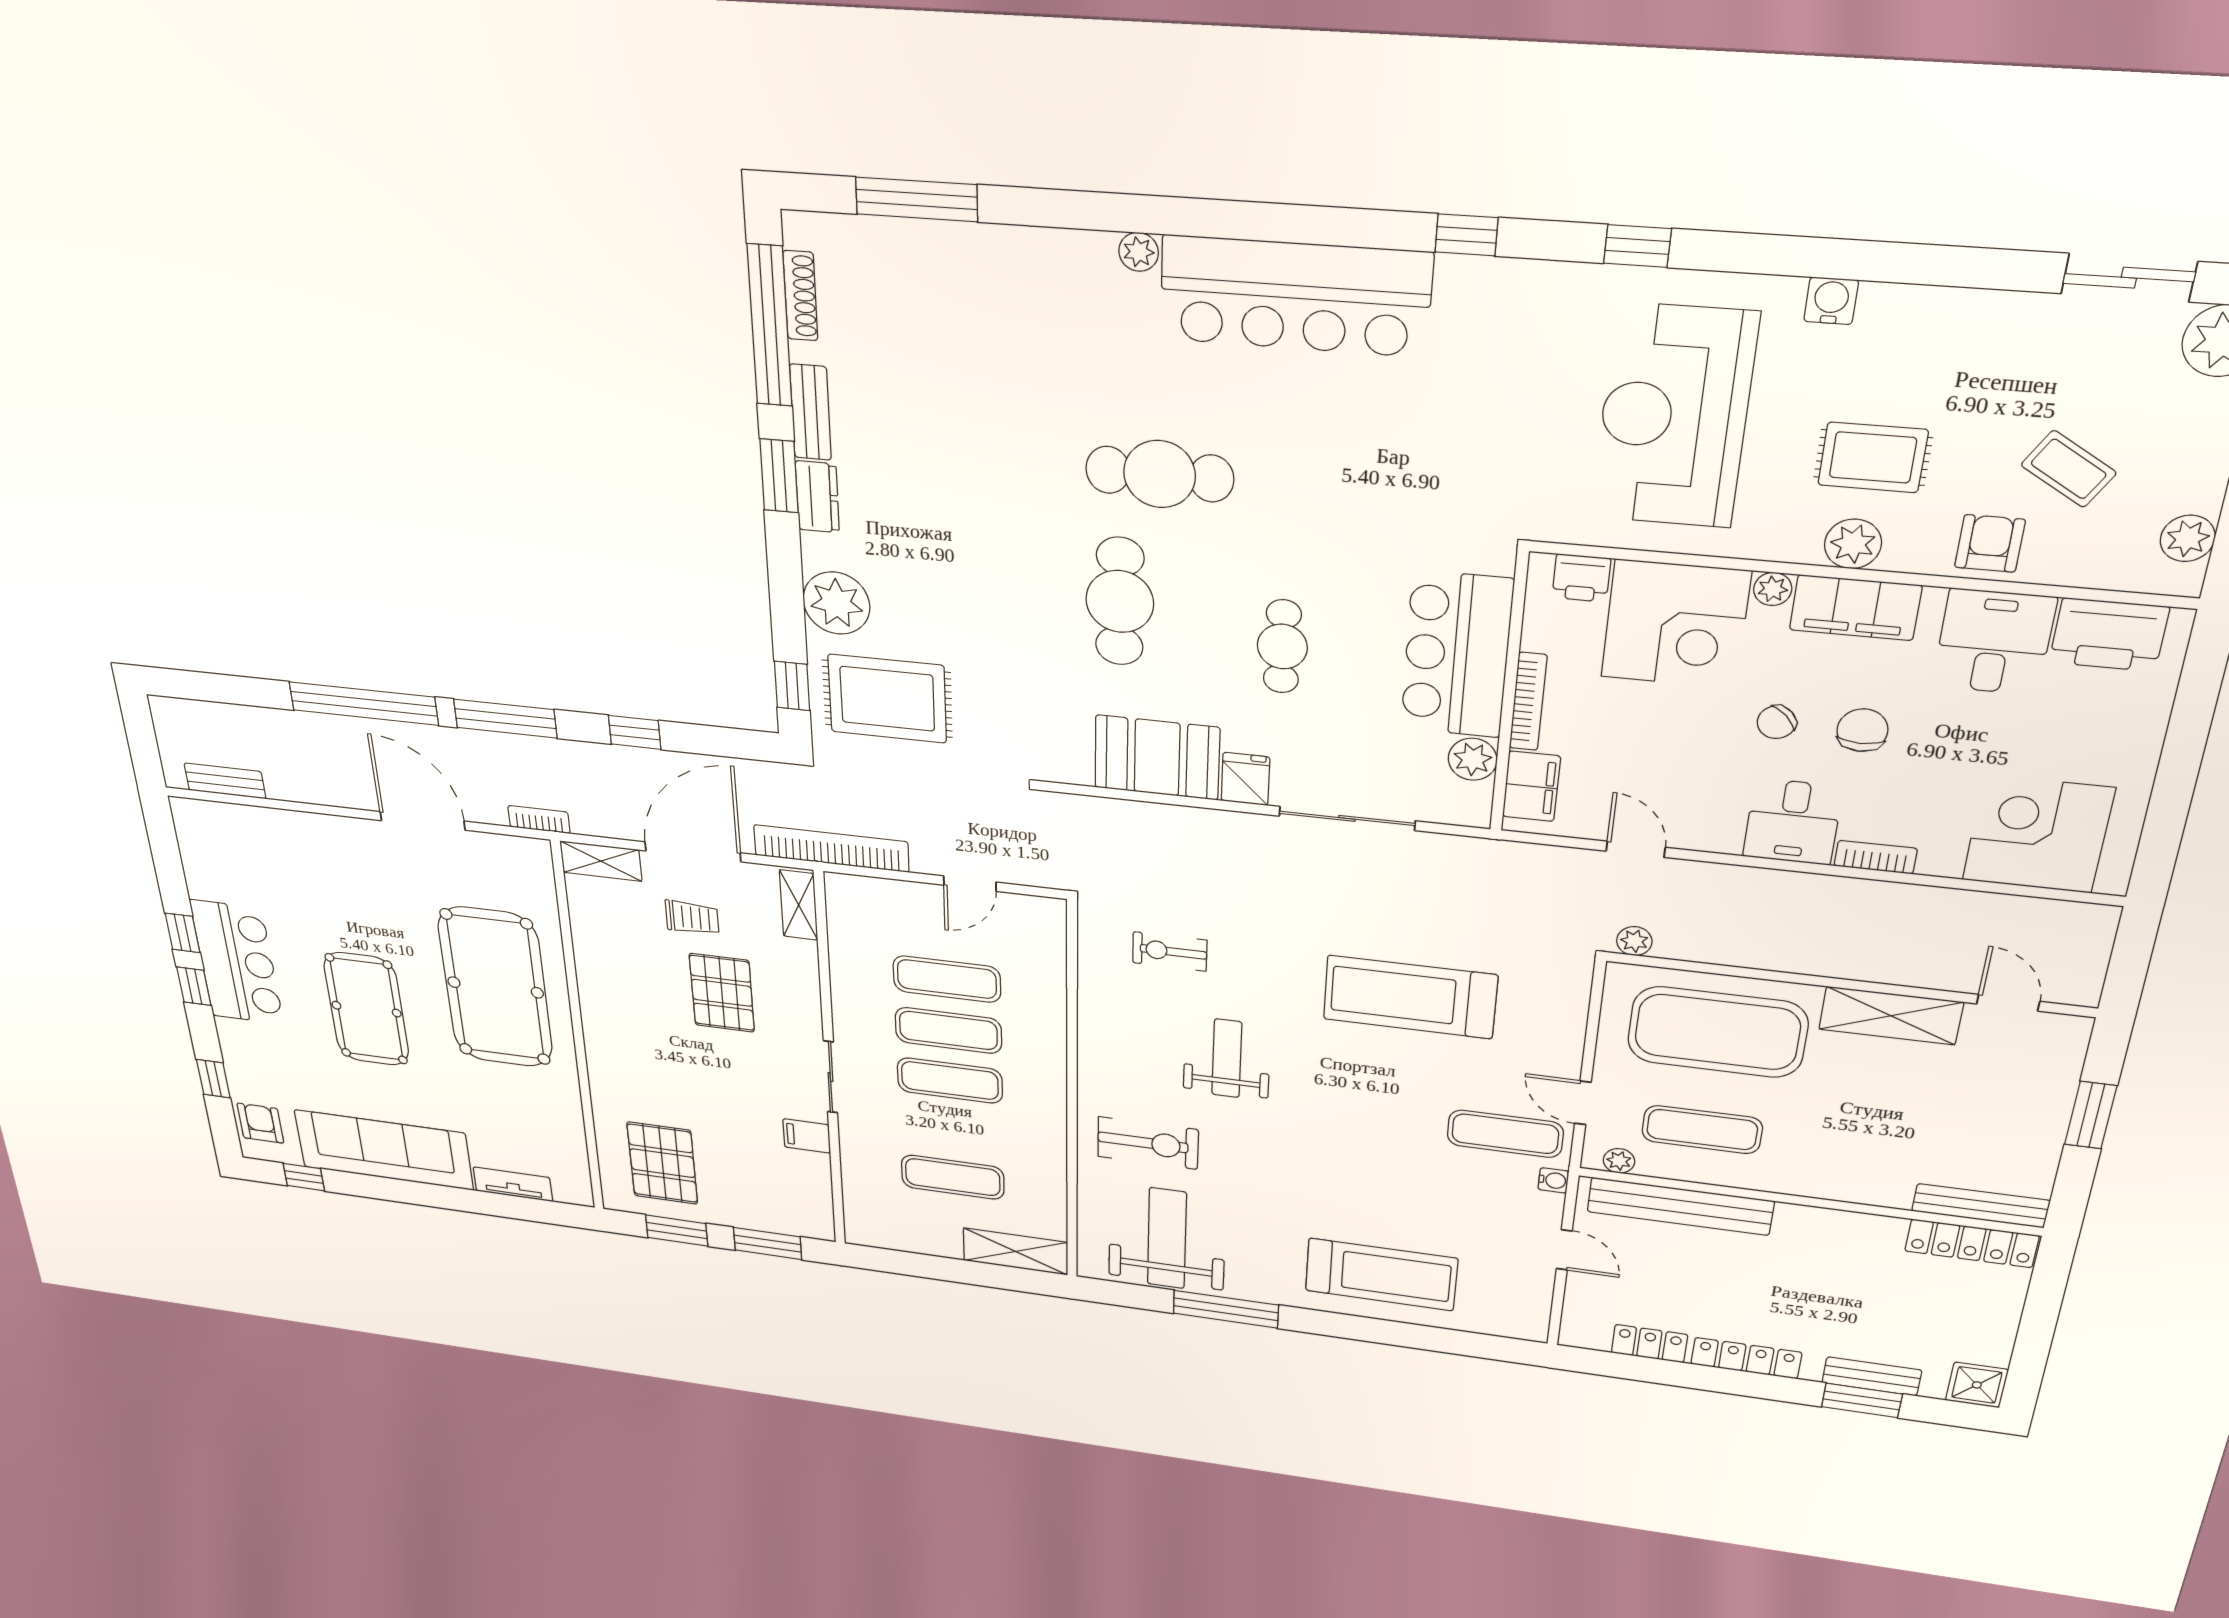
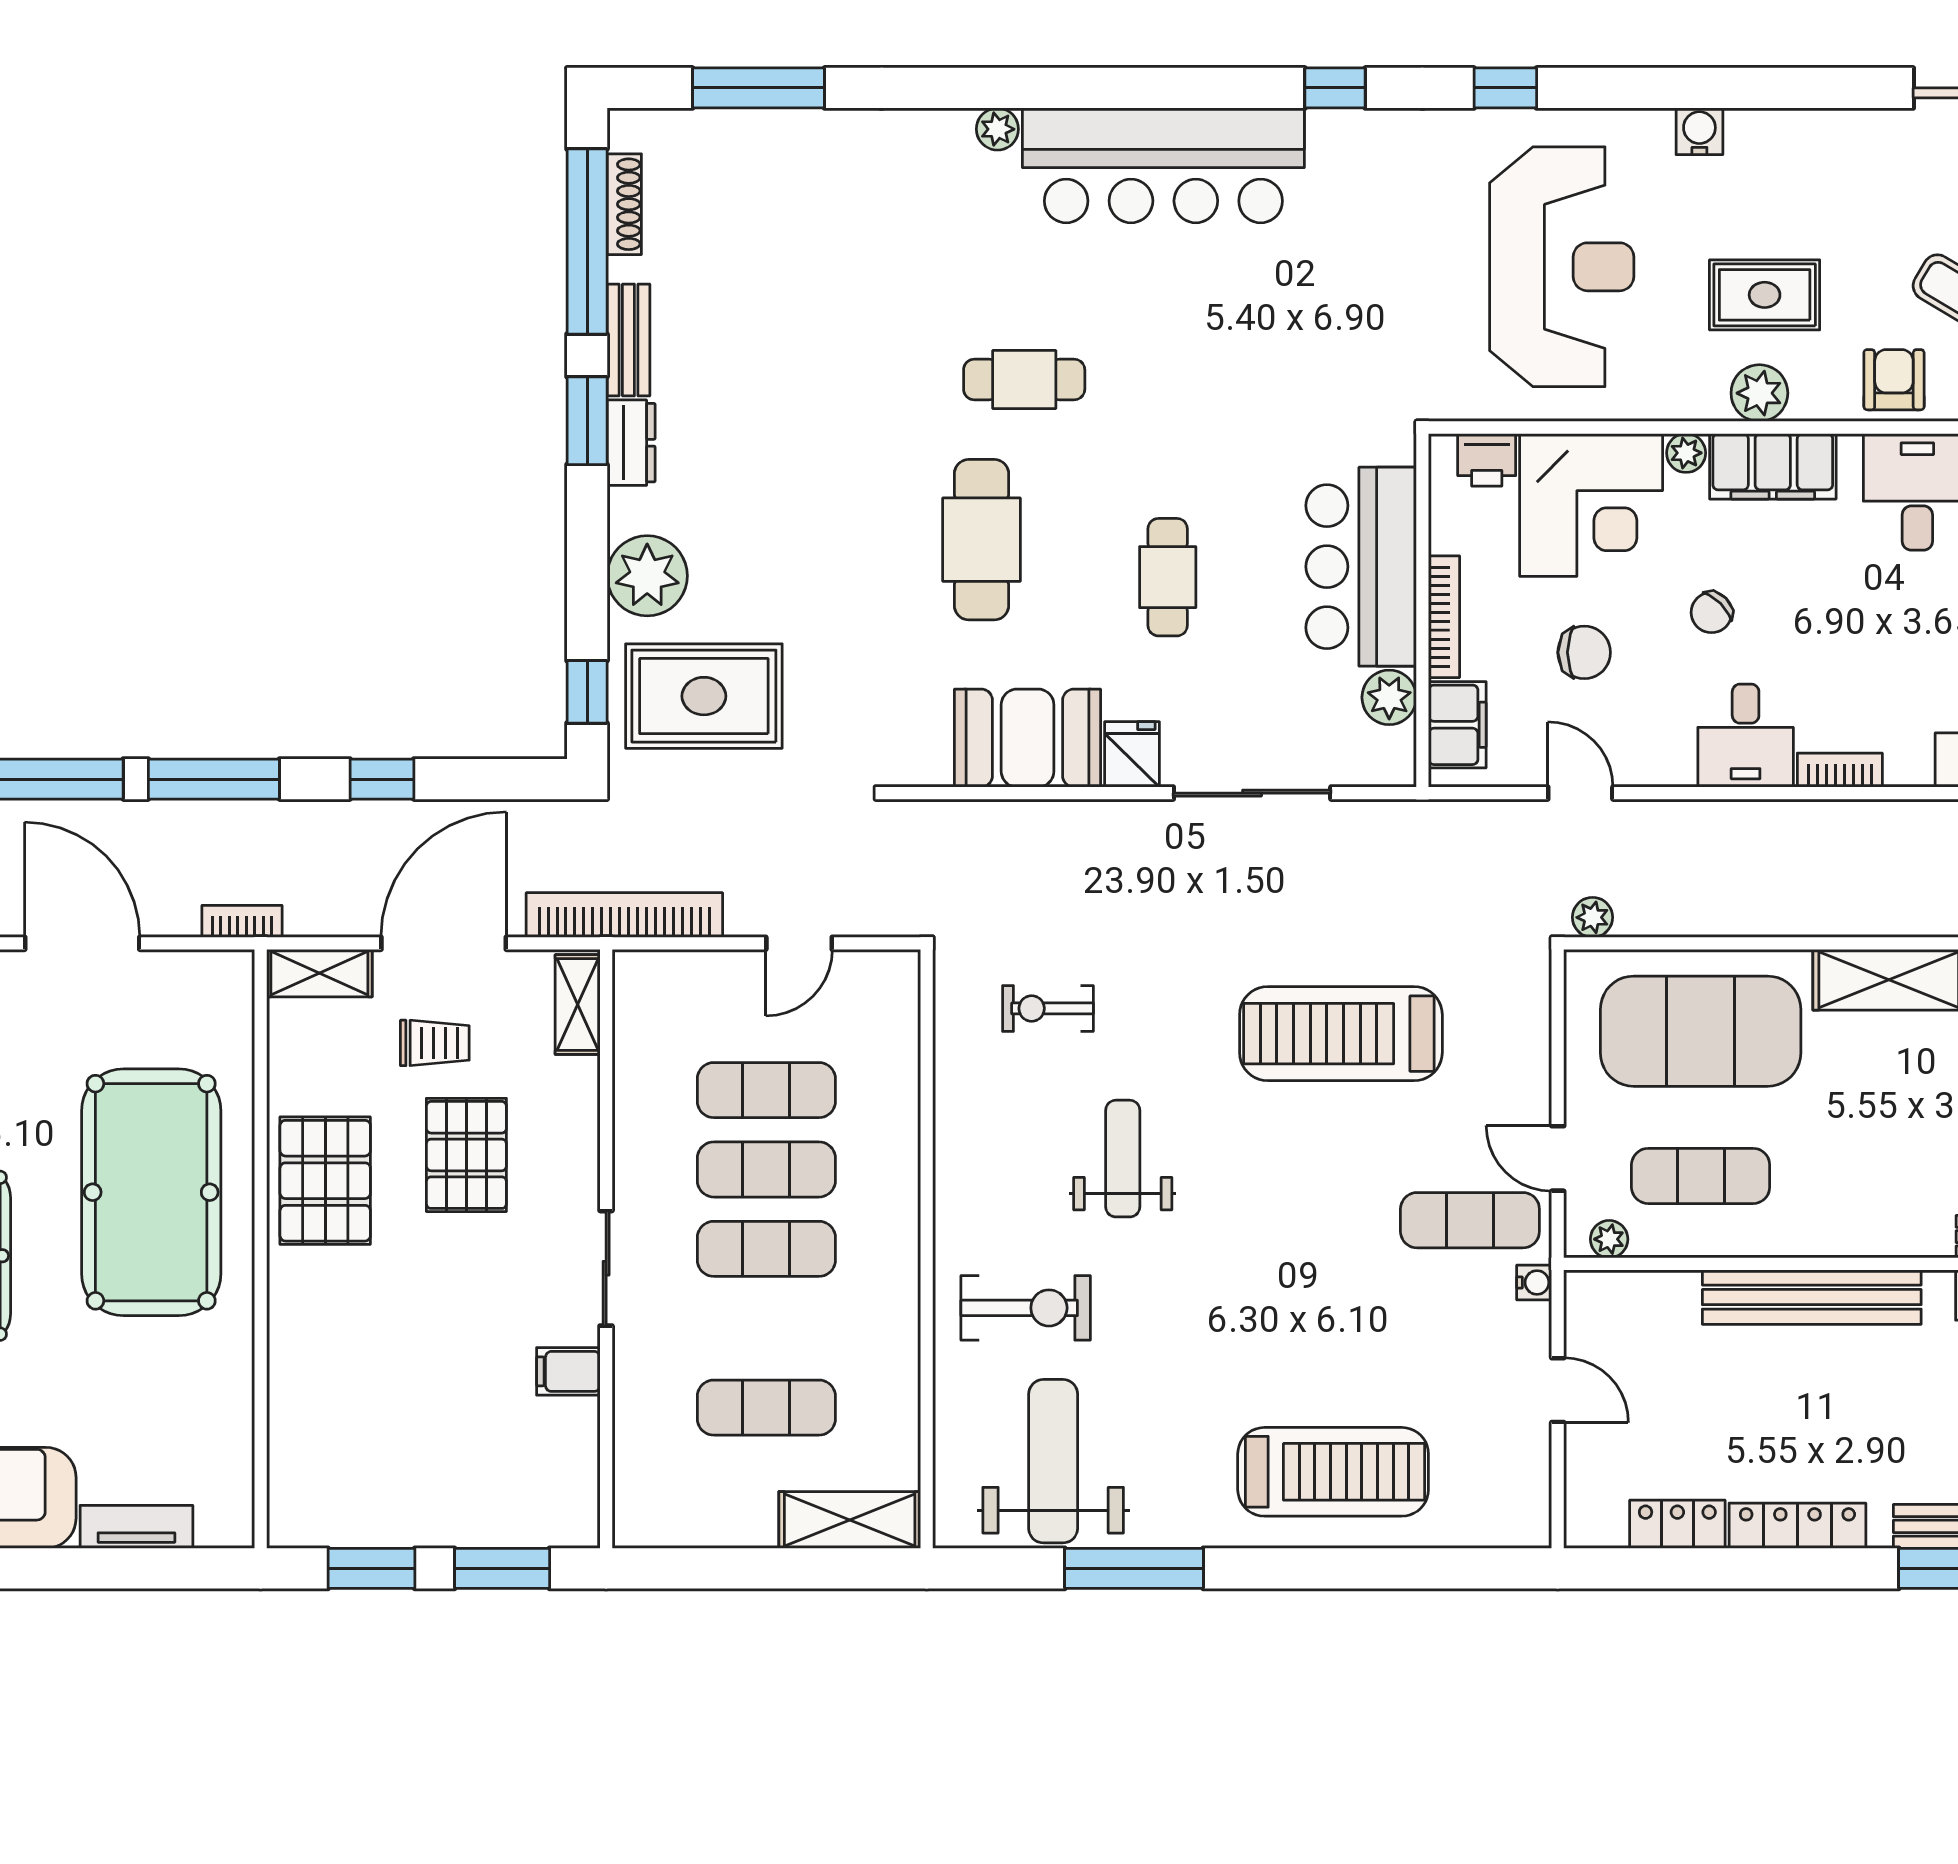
reception desk: (1674, 416) -> (1562, 267), turned 180
cafe table: (1160, 474) -> (1024, 380), width x0.73, depth x0.74
chair: (1862, 730) -> (1584, 652), moved, turned 90
pallet: (662, 1163) -> (325, 1181), moved
bench: (1680, 1206) -> (1812, 1297), moved

